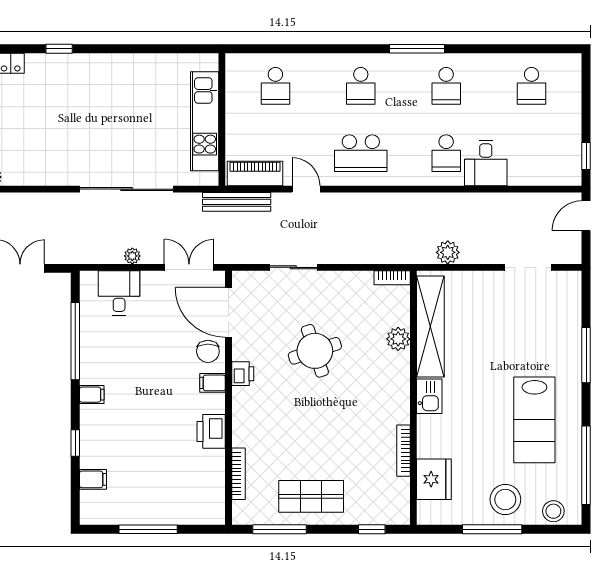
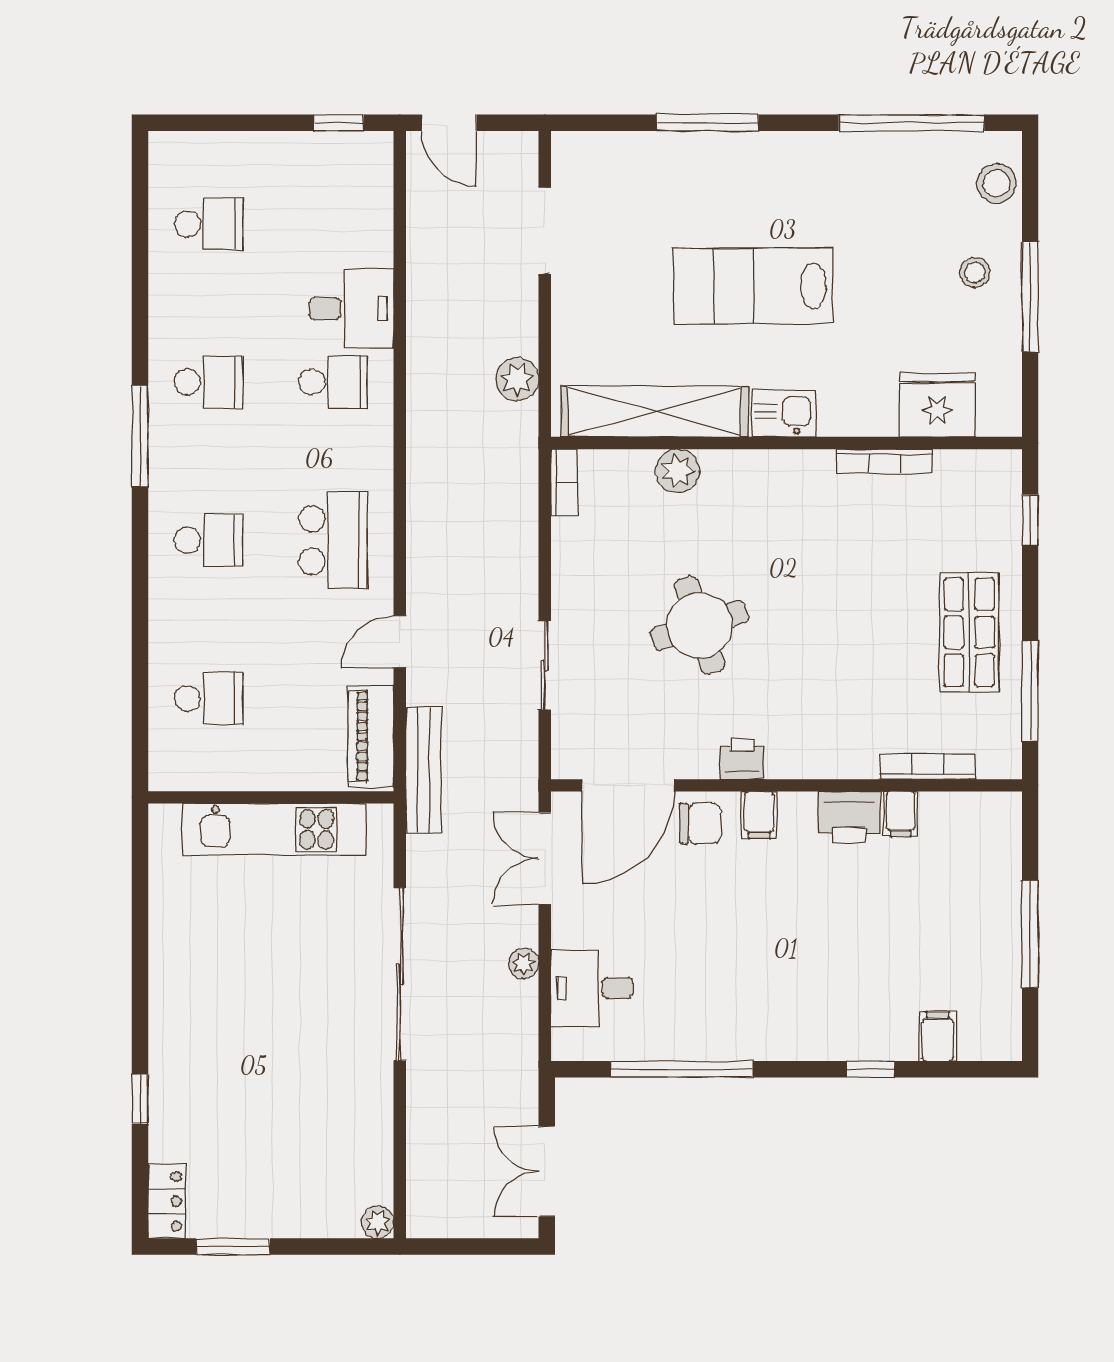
filing cabinet: (92, 395) -> (901, 814), moved, turned 180
lab bench: (534, 420) -> (753, 286), moved, turned 180
stool: (505, 499) -> (975, 272), width x0.53, depth x0.53

